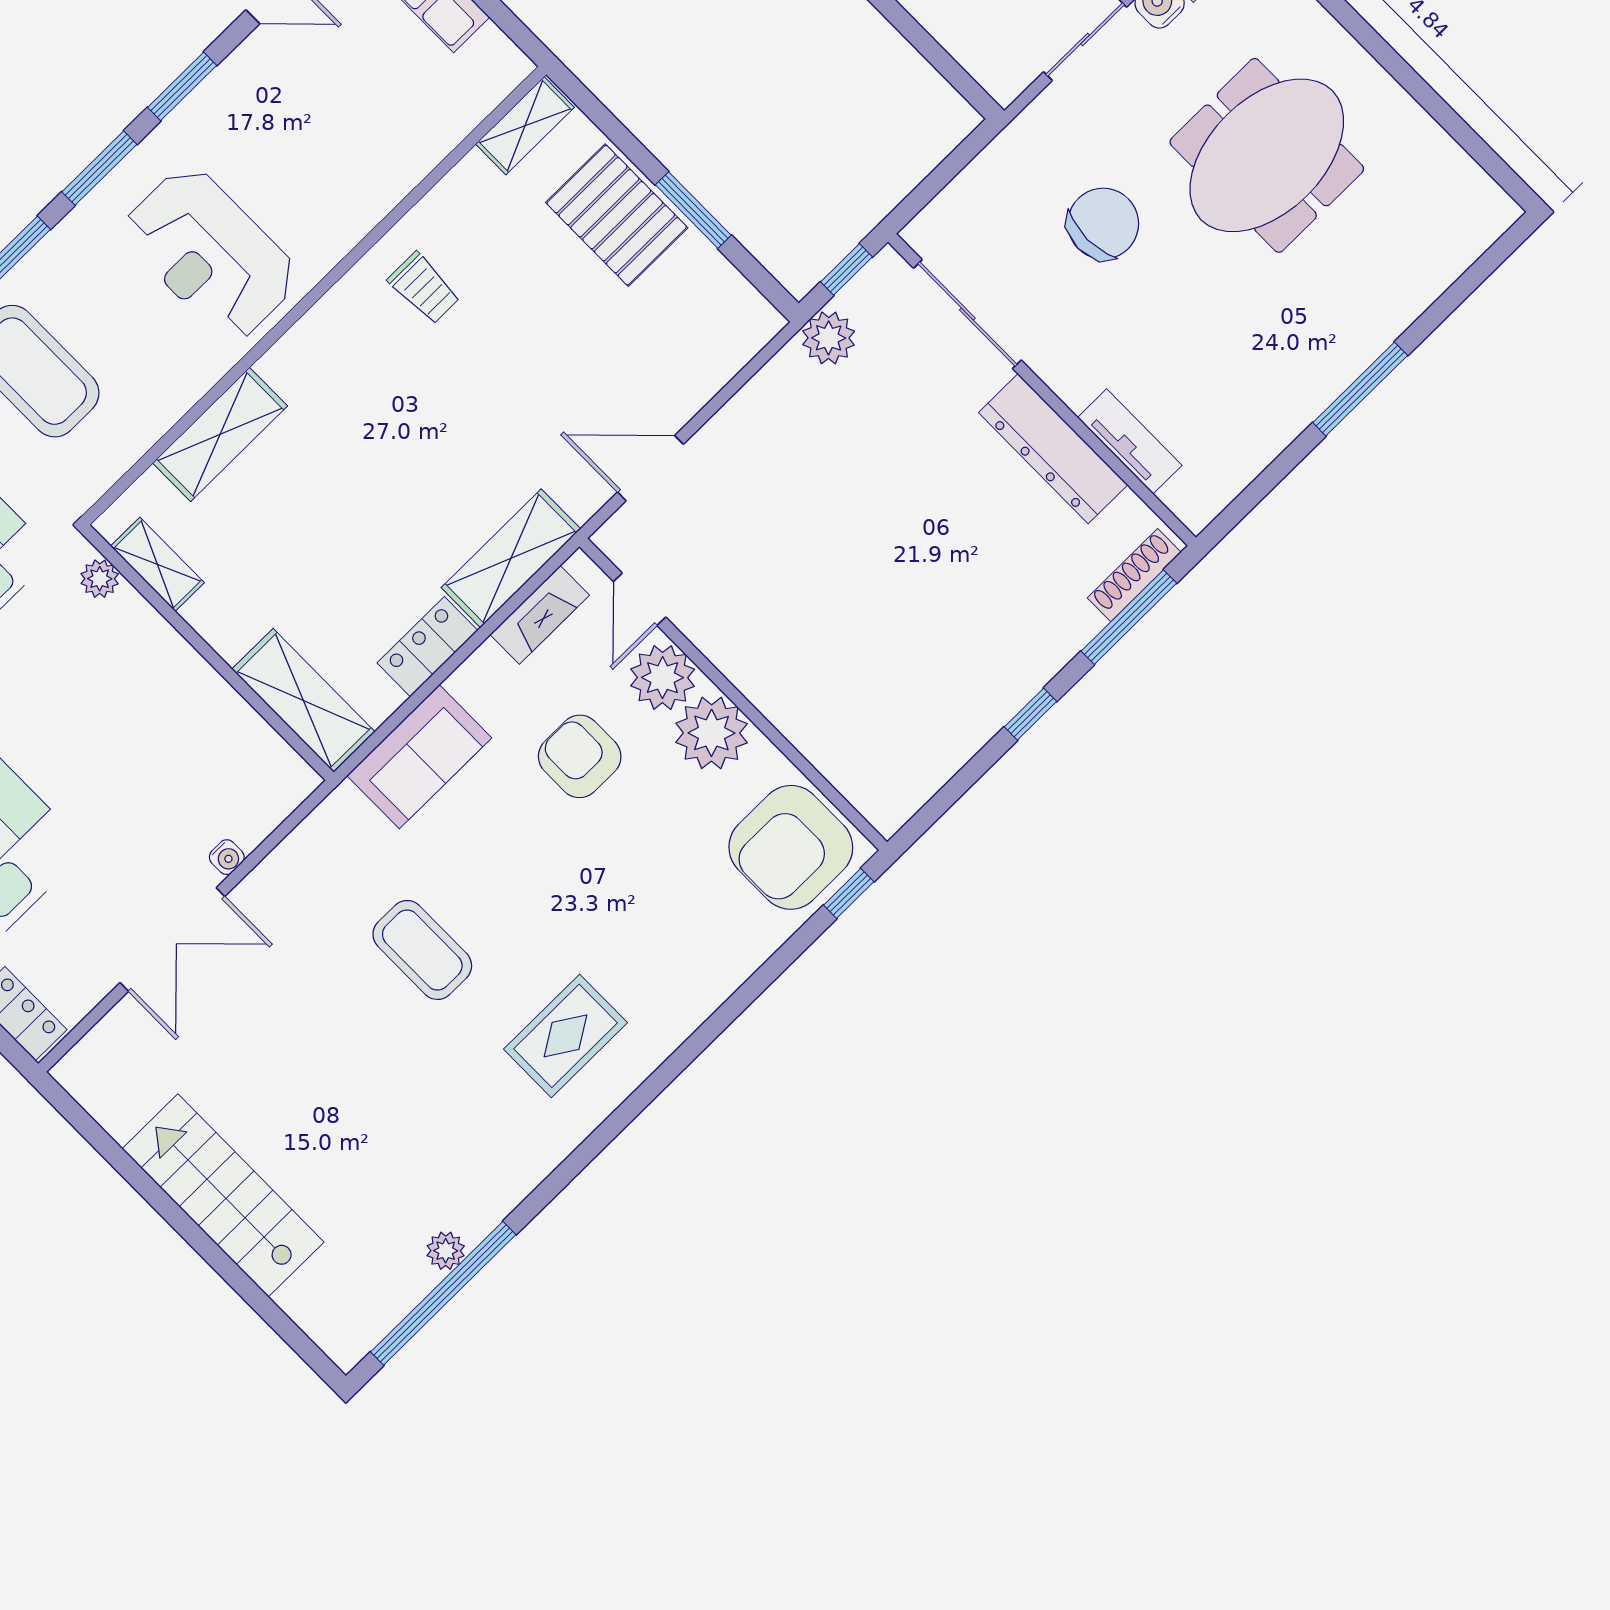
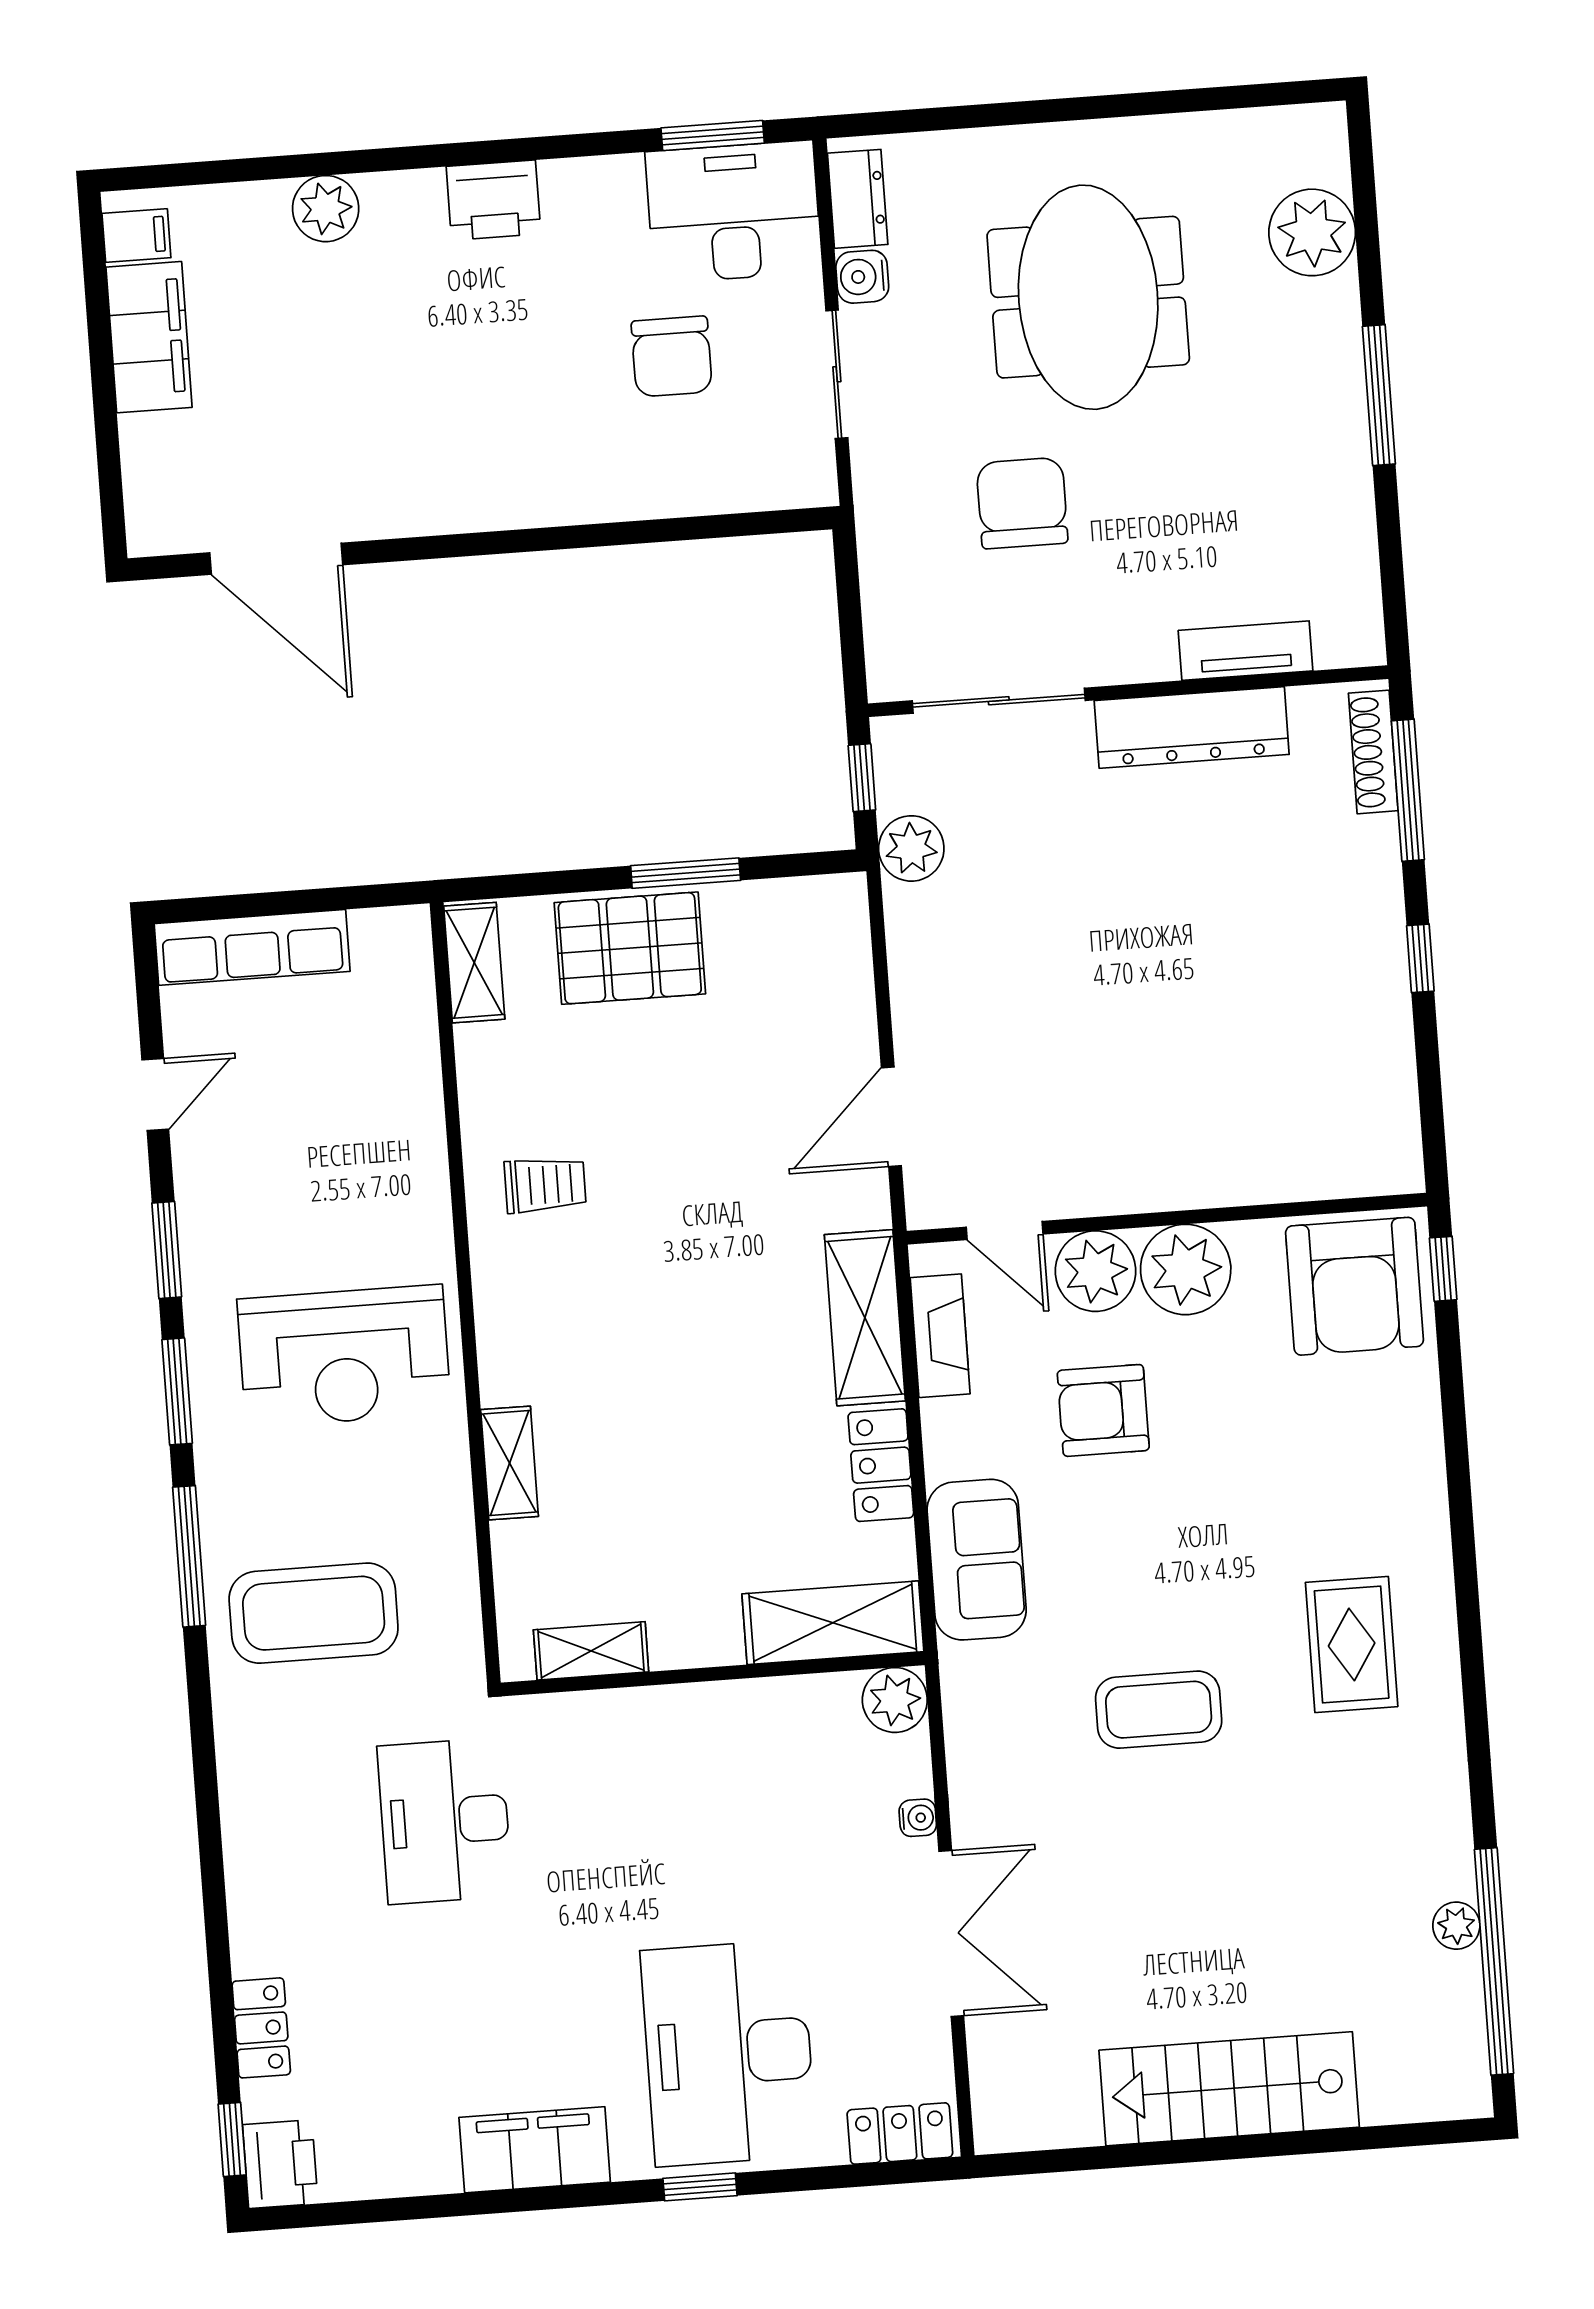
plant: (1426, 261) -> (1312, 232), added
shelving: (220, 434) -> (510, 1463), width x0.67, depth x0.75
plant: (100, 579) -> (895, 1700), moved, width x1.38, depth x1.38

